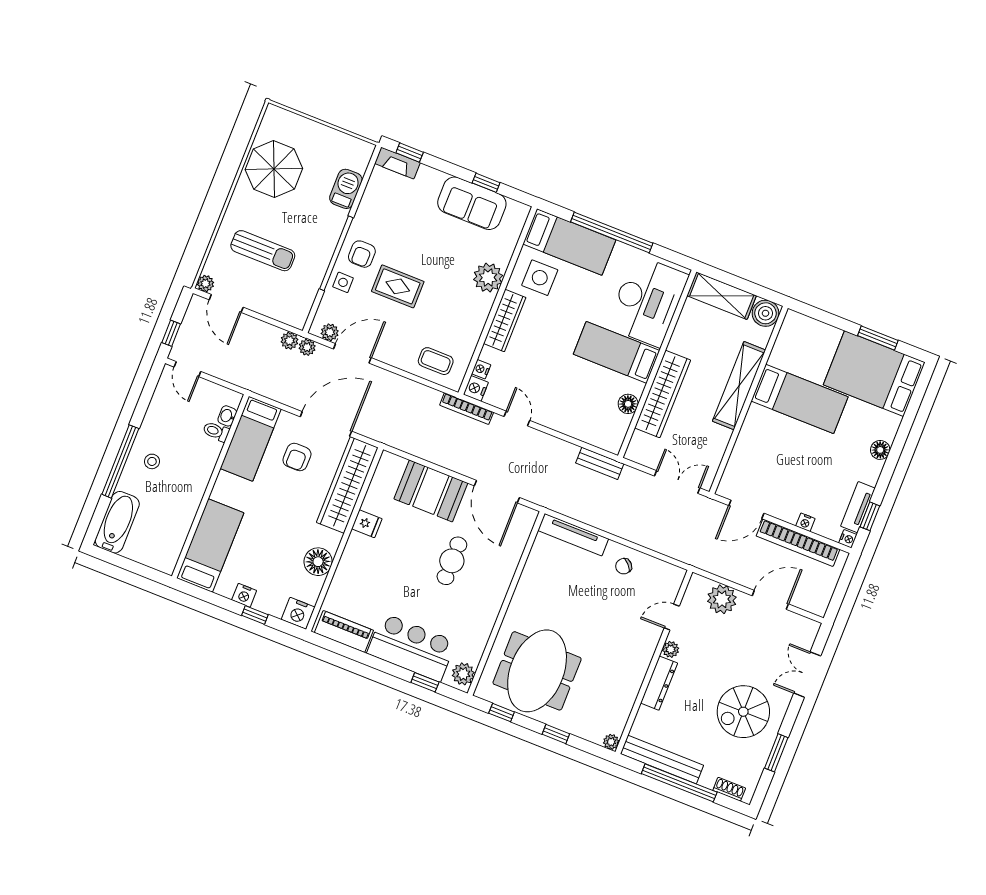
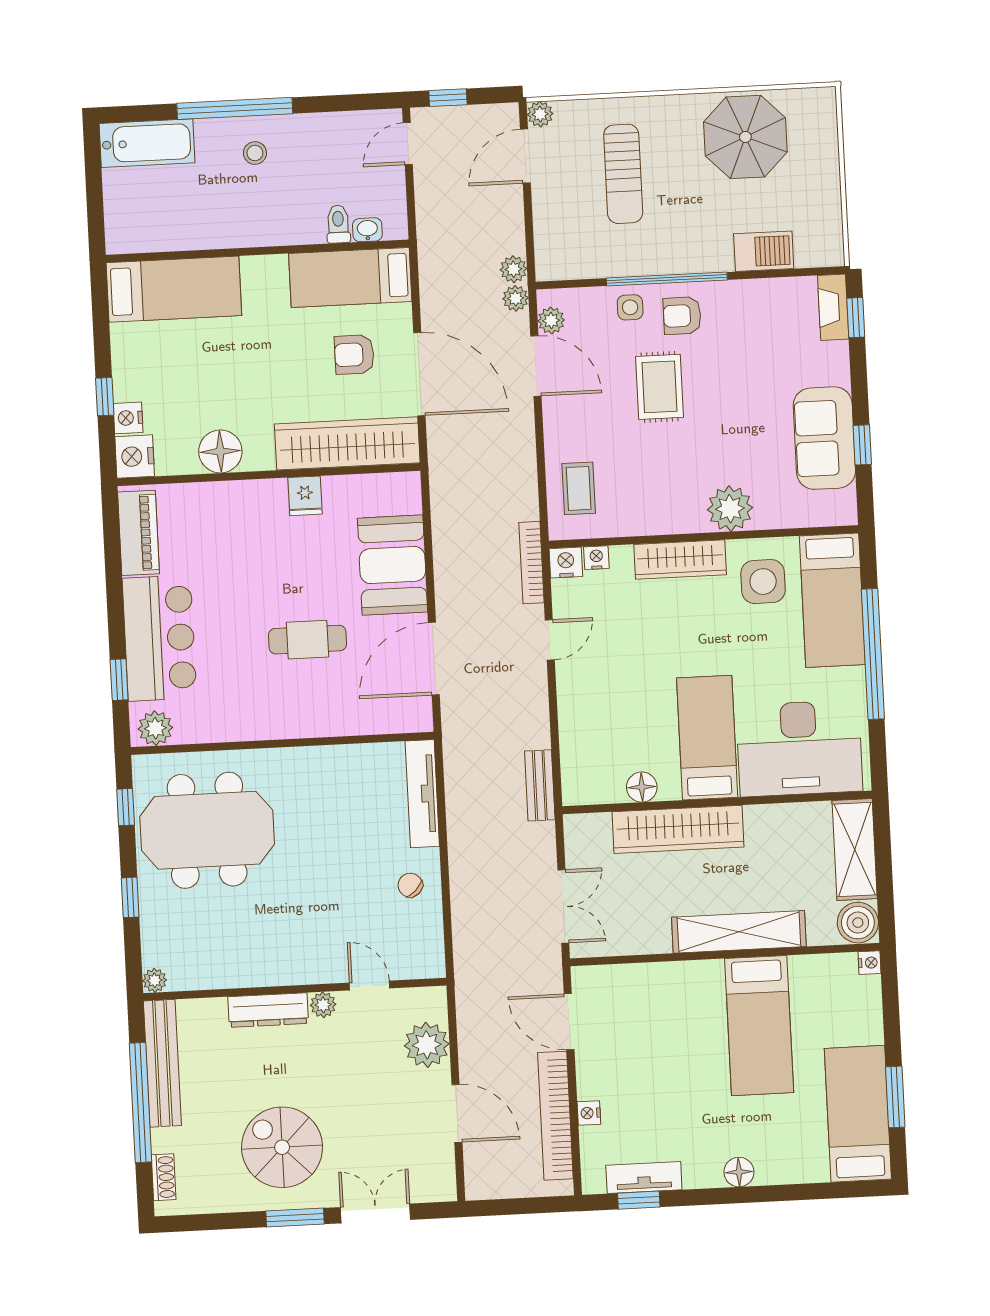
bed: (874, 374) -> (858, 1114), width x0.67
nightstand: (848, 539) -> (869, 963), moved, turned -90
nightstand: (244, 595) -> (128, 418), moved
window: (776, 753) -> (295, 1218), moved

